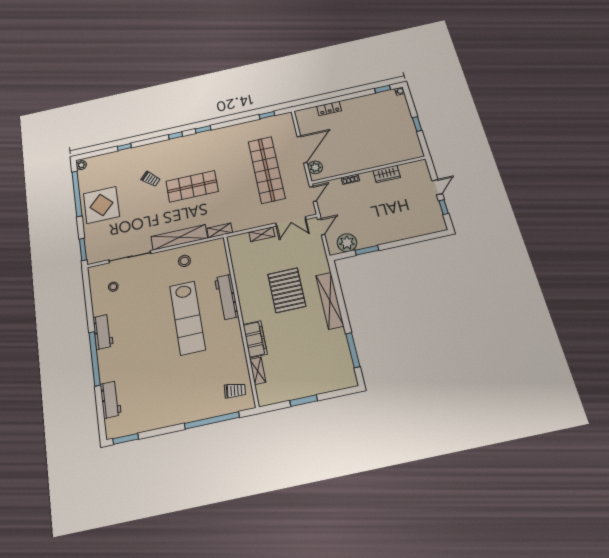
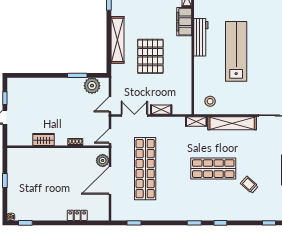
stool: (184, 261) -> (210, 101), moved
workbench: (227, 297) -> (201, 37), moved

